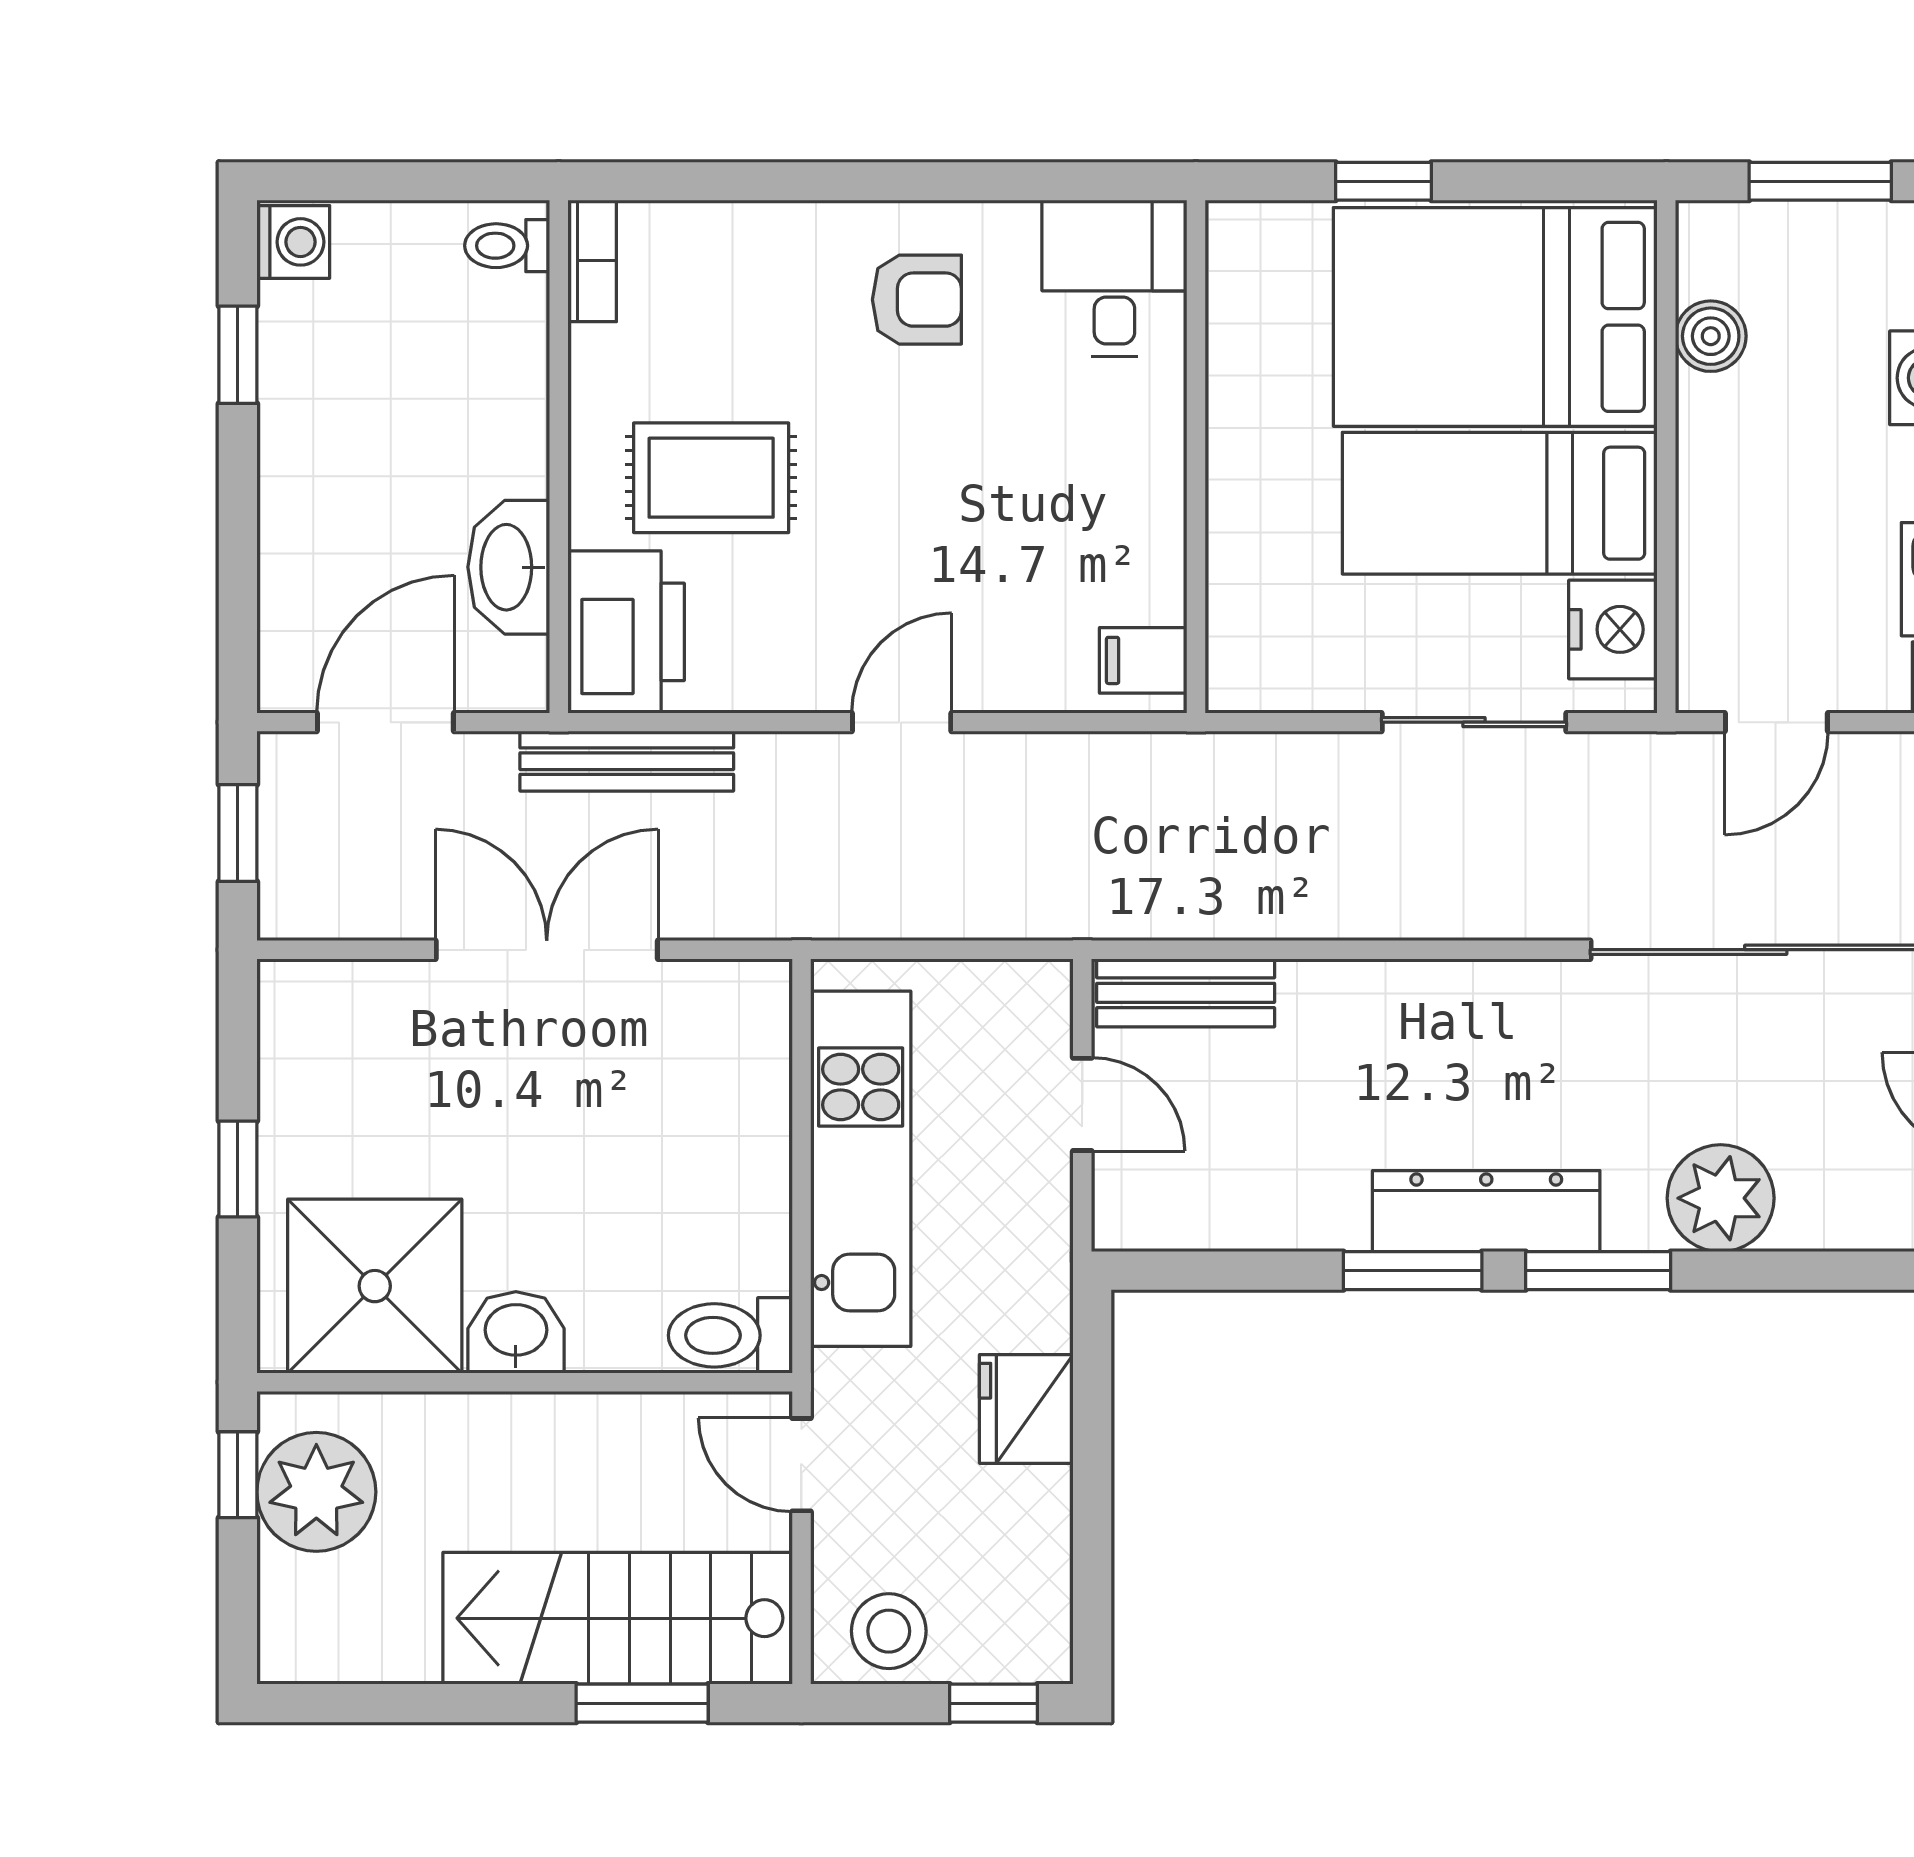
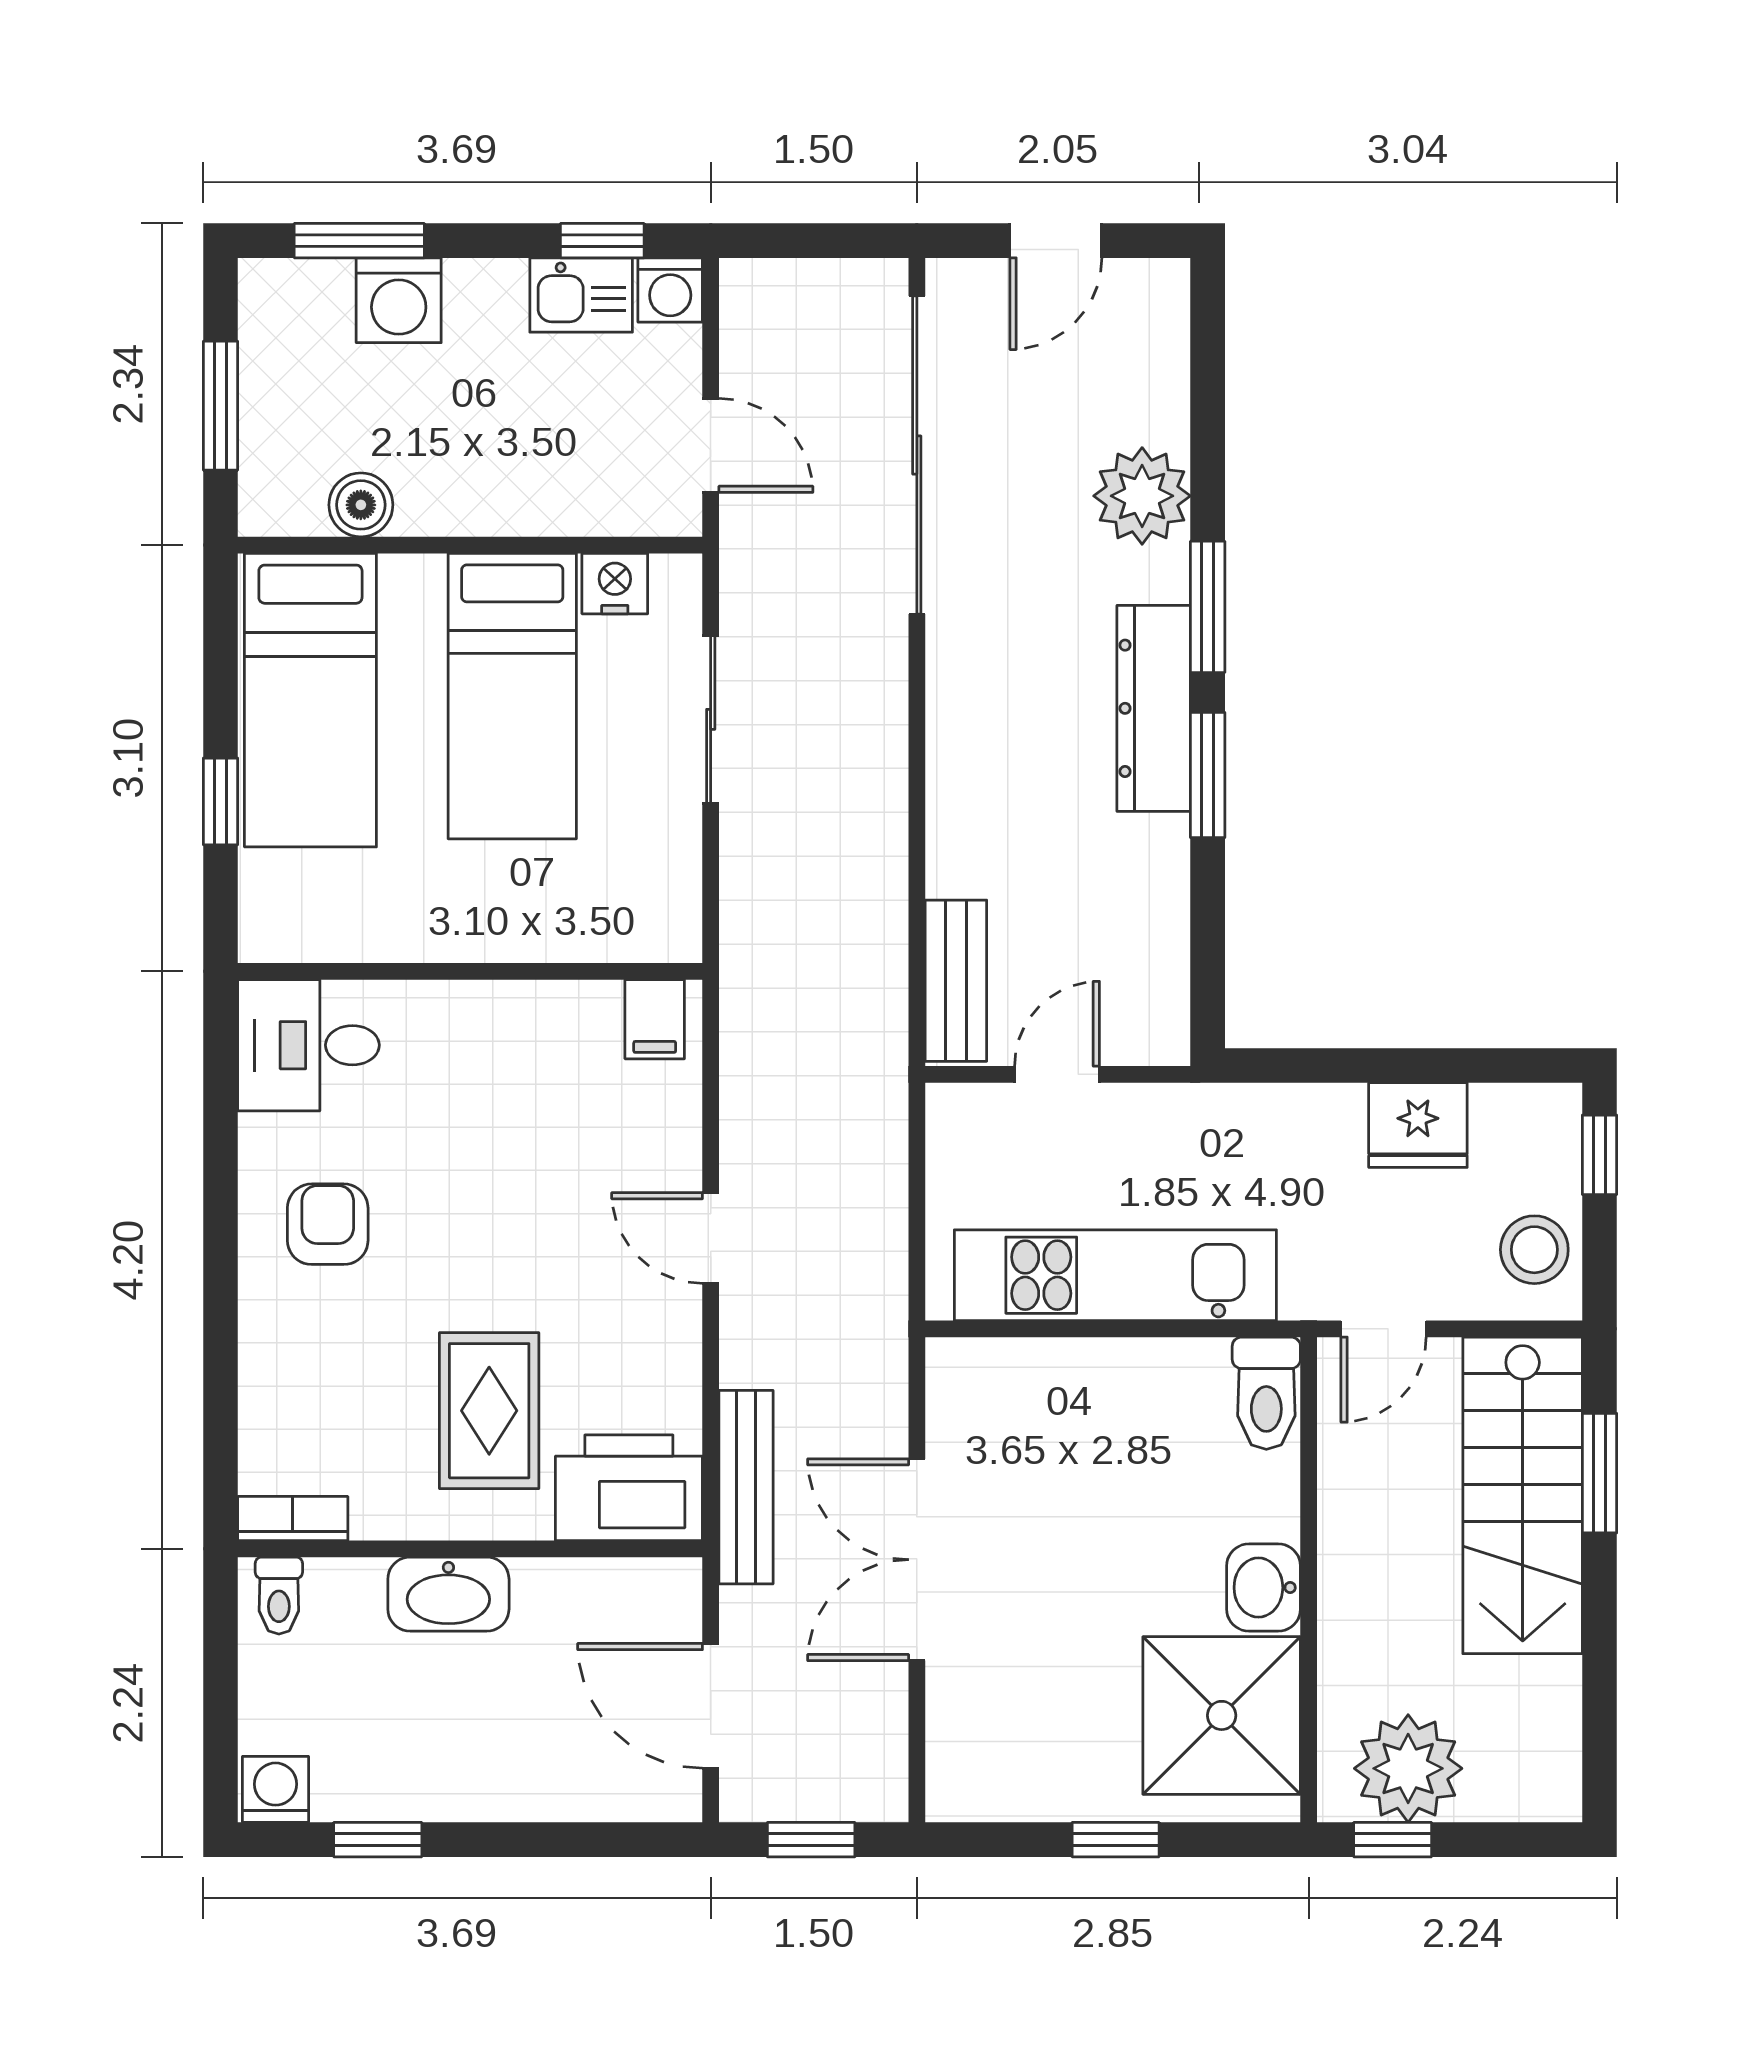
bed: (1495, 317) -> (310, 700), width x0.67
washbasin: (509, 567) -> (448, 1594), moved
nightstand: (1613, 629) -> (615, 584), width x0.74, depth x0.75
fridge: (1026, 1409) -> (1418, 1125), moved

